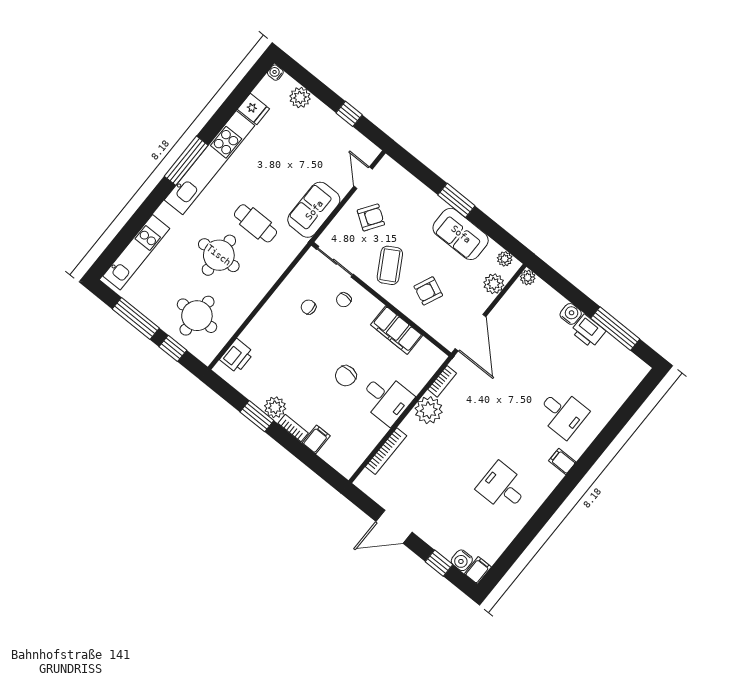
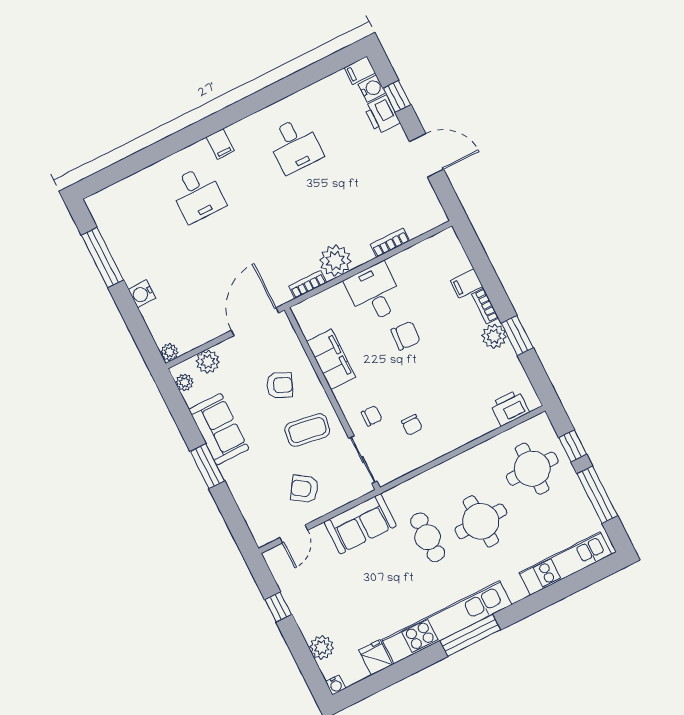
coffee table: (390, 265) -> (307, 430), turned 39
printer: (588, 331) -> (382, 115), moved, turned 180
desk: (562, 413) -> (197, 194), turned 180
bookcase: (386, 451) -> (390, 243), width x0.64

